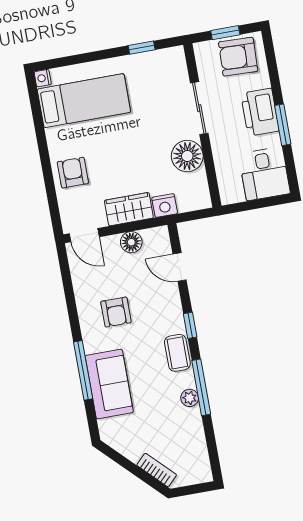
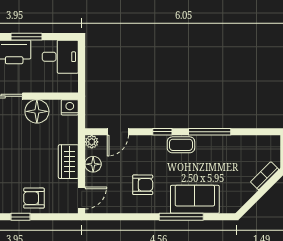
window: (45, 159) -> (21, 217), added
nightstand: (165, 206) -> (70, 107), moved, turned -90
plant: (190, 398) -> (92, 142), moved

